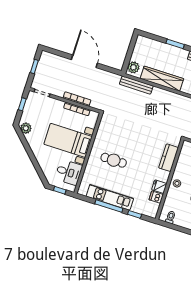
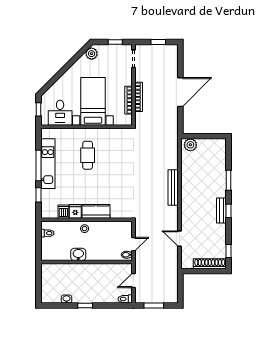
wardrobe: (162, 79) -> (188, 178), removed
bench: (136, 85) -> (173, 188), moved
kitchen counter: (169, 158) -> (96, 211), moved

